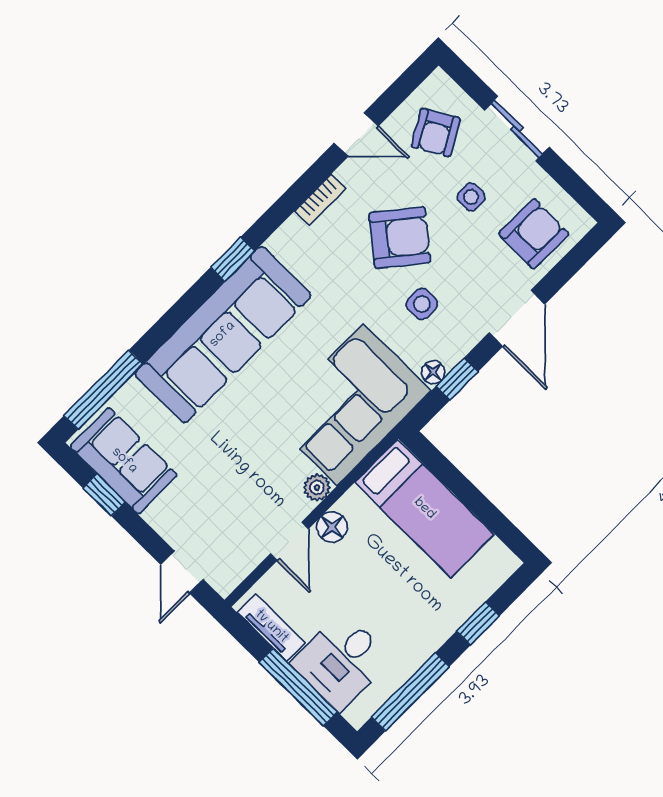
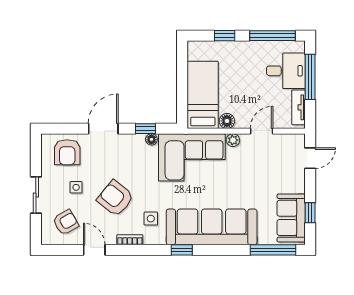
armchair: (534, 234) -> (67, 152), turned -91
side table: (422, 304) -> (151, 219), moved
floor lamp: (332, 527) -> (227, 121), moved

